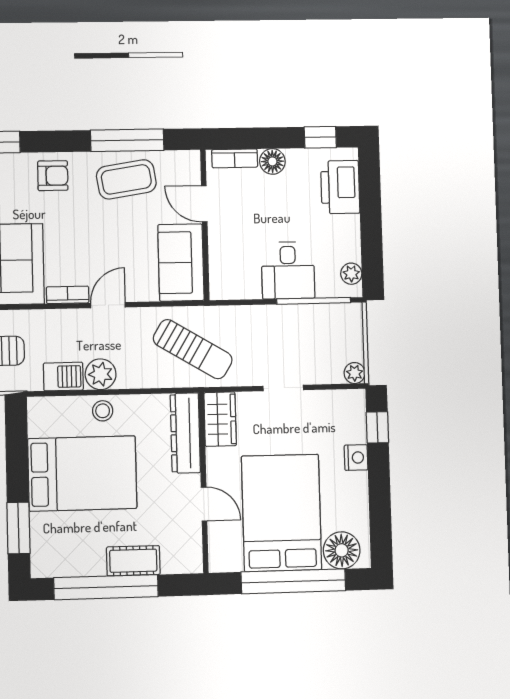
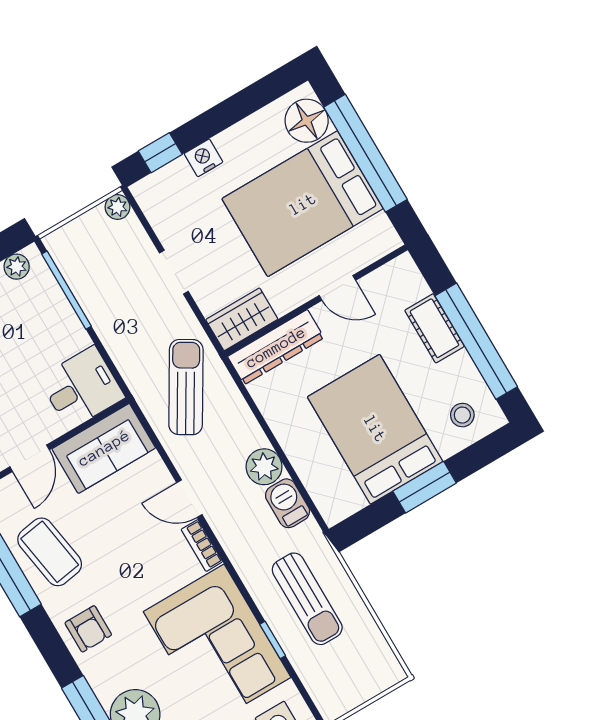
armchair: (53, 176) -> (88, 629), turned 180
desk: (288, 270) -> (82, 388), moved
stool: (103, 411) -> (462, 415), moved
door: (204, 504) -> (337, 288), swing flipped
window: (18, 528) -> (425, 487), moved

